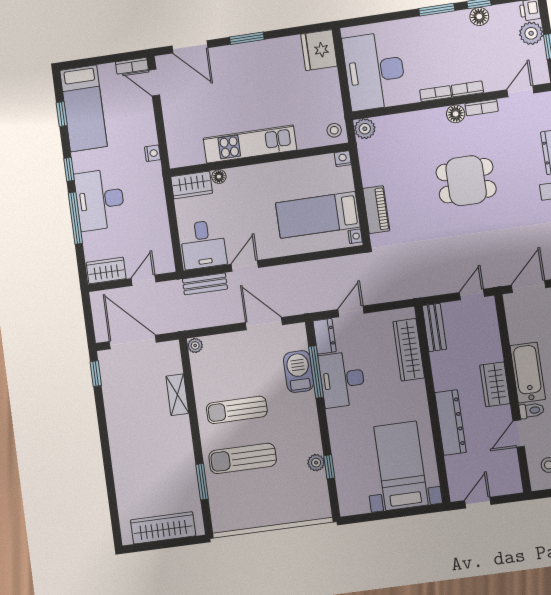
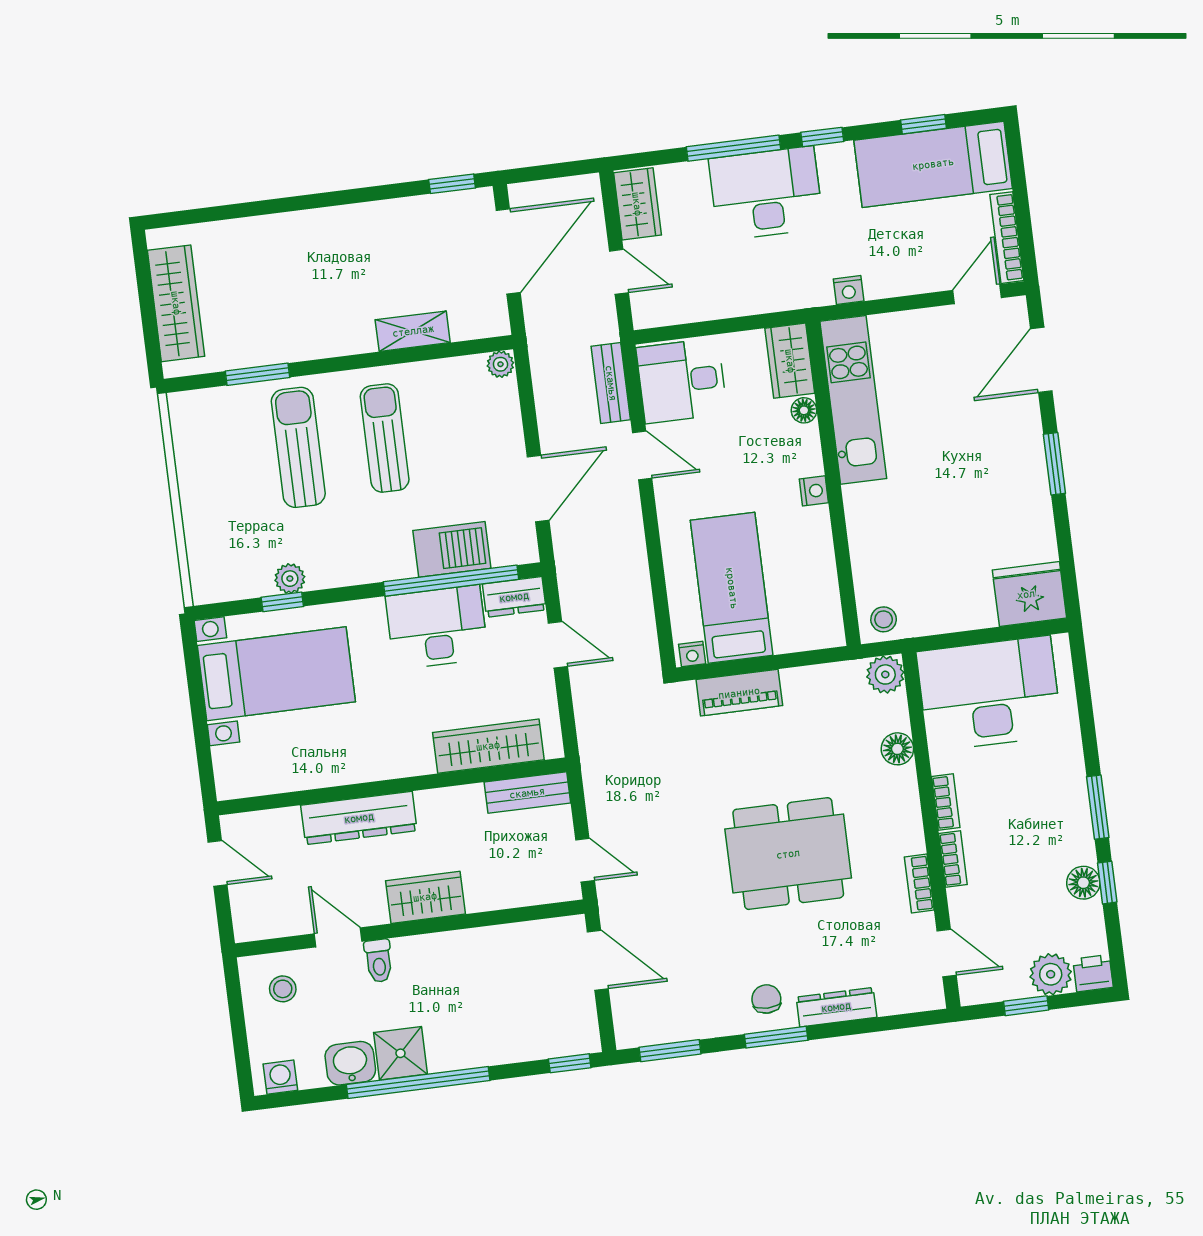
bookcase: (132, 66) -> (1007, 238), width x1.56
floor lamp: (456, 114) -> (897, 749), moved
kitchen unit: (250, 144) -> (853, 400), moved
nightstand: (343, 159) -> (814, 491), moved
dining table: (466, 181) -> (788, 854), width x1.37
window: (316, 372) -> (451, 581), width x1.46
bathtub: (528, 373) -> (446, 955), removed
bed with nightstands: (401, 466) -> (276, 674), moved

